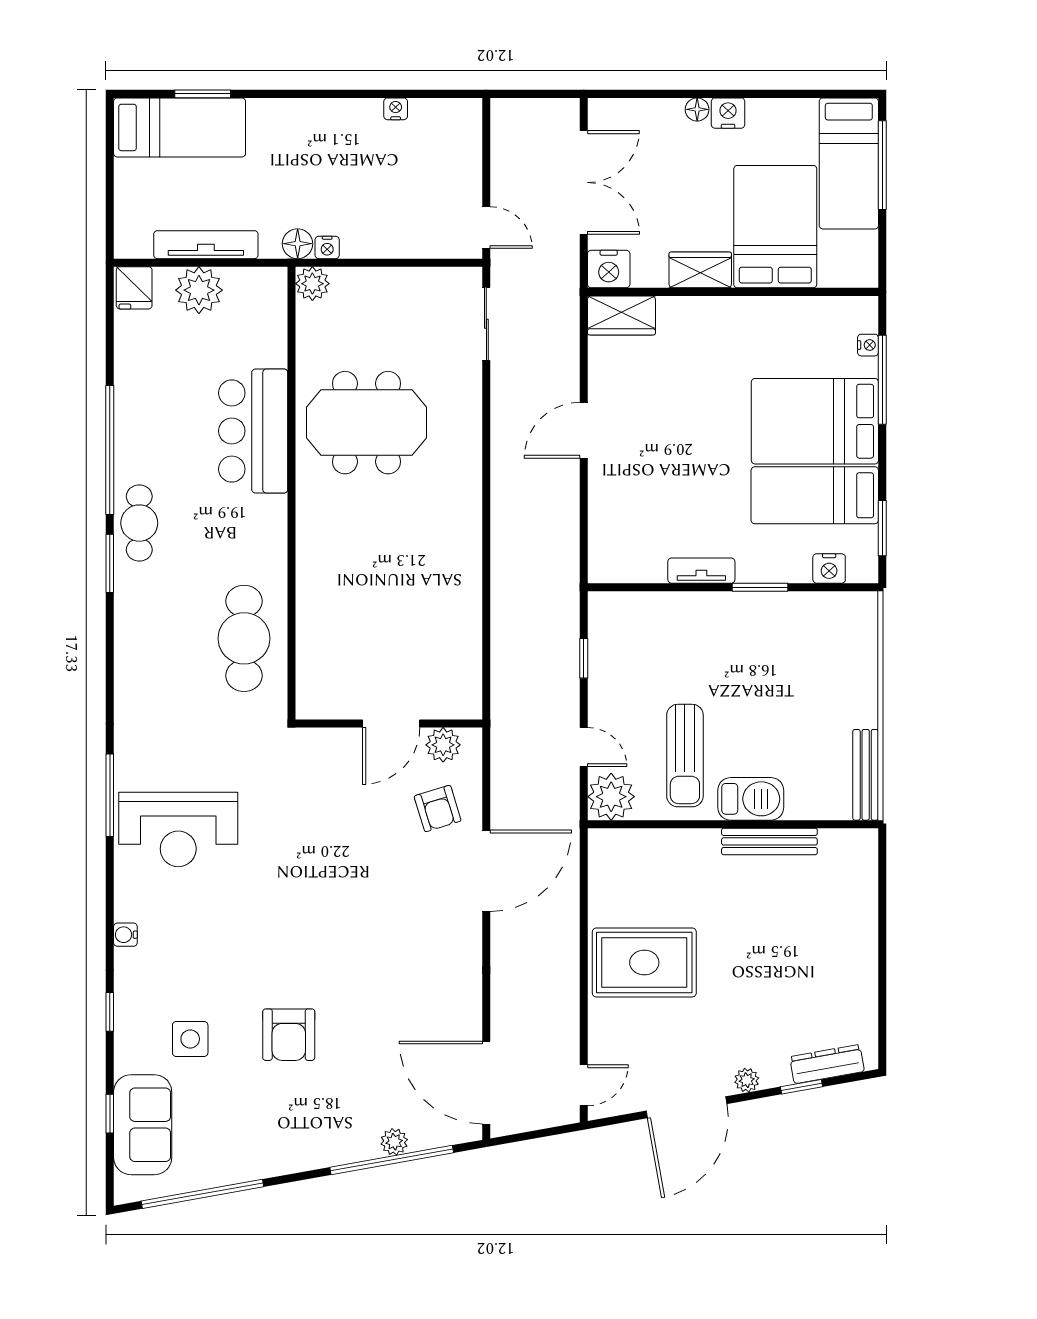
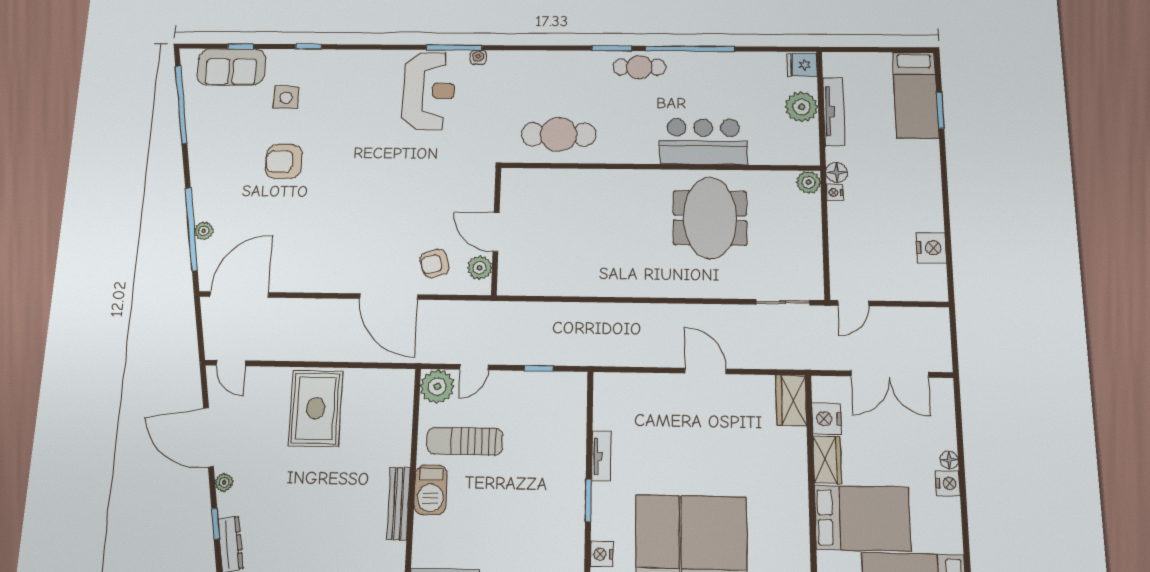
nightstand: (396, 109) -> (931, 248), width x1.89, depth x1.79
nightstand: (609, 269) -> (827, 419), moved
reception desk: (178, 829) -> (429, 91), turned 180
water cooler: (125, 935) -> (478, 57), moved

